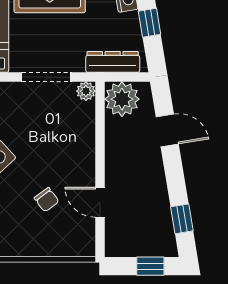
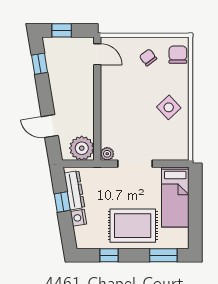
dresser: (113, 62) -> (74, 190), moved, turned -99
chair: (47, 200) -> (148, 57), moved
door: (100, 202) -> (97, 54), moved

